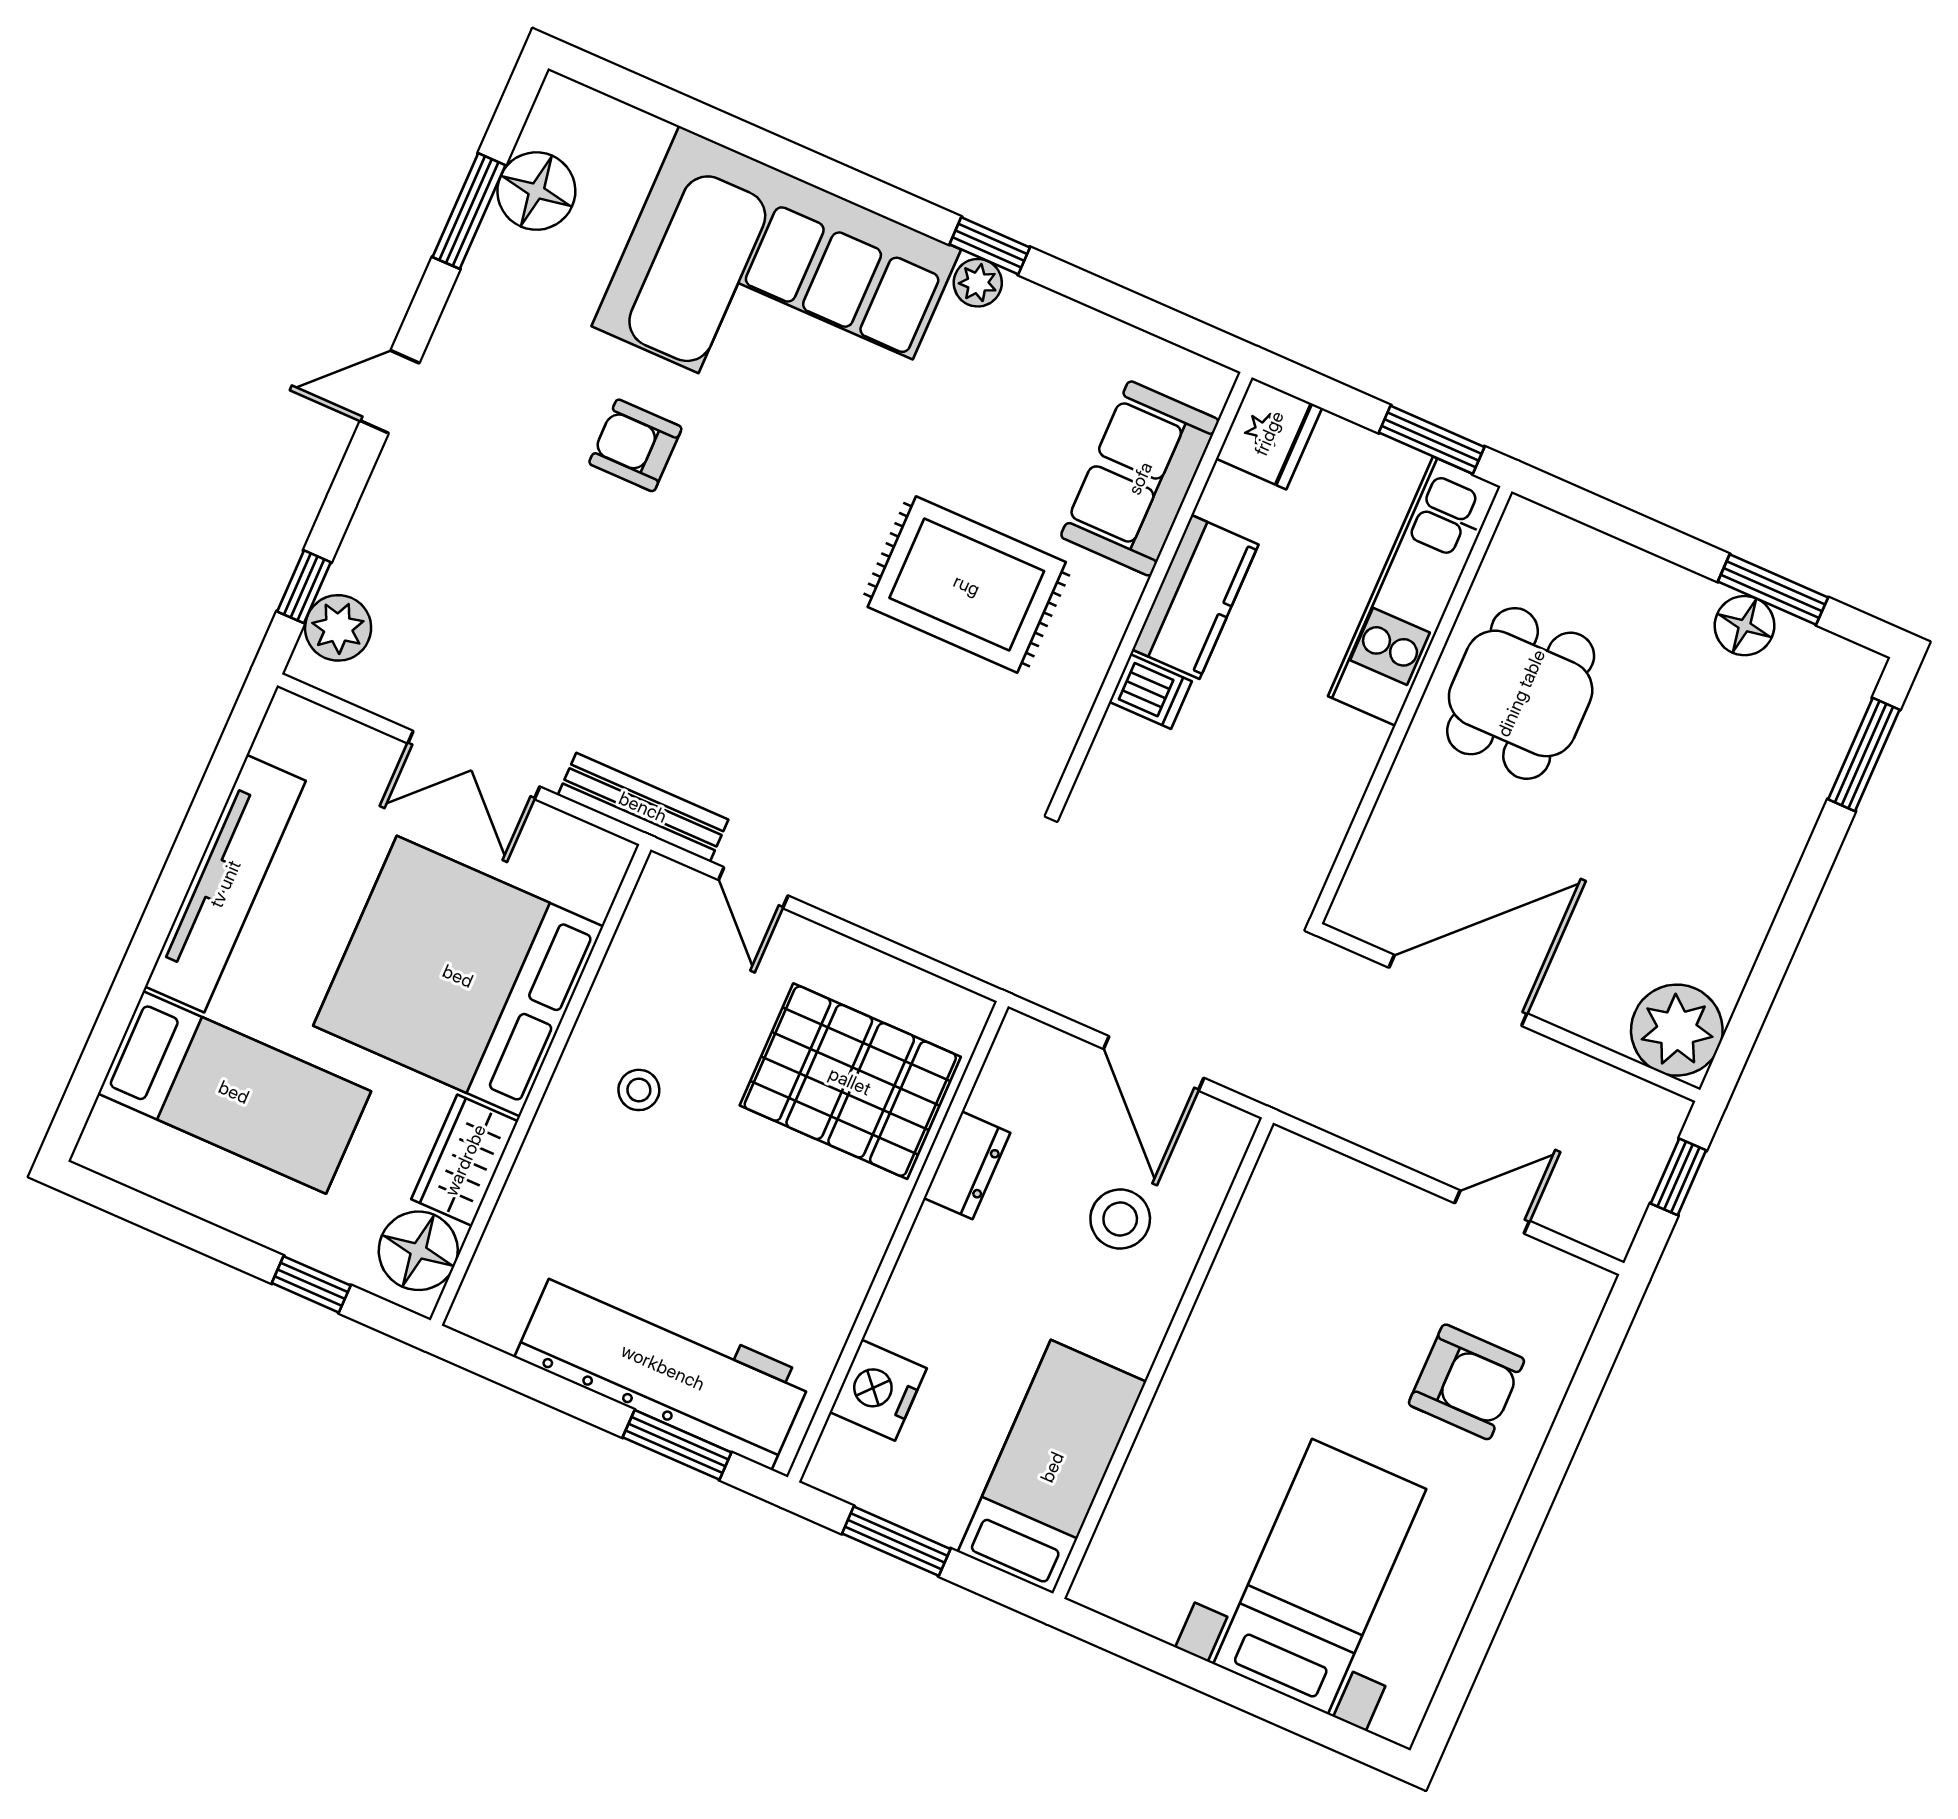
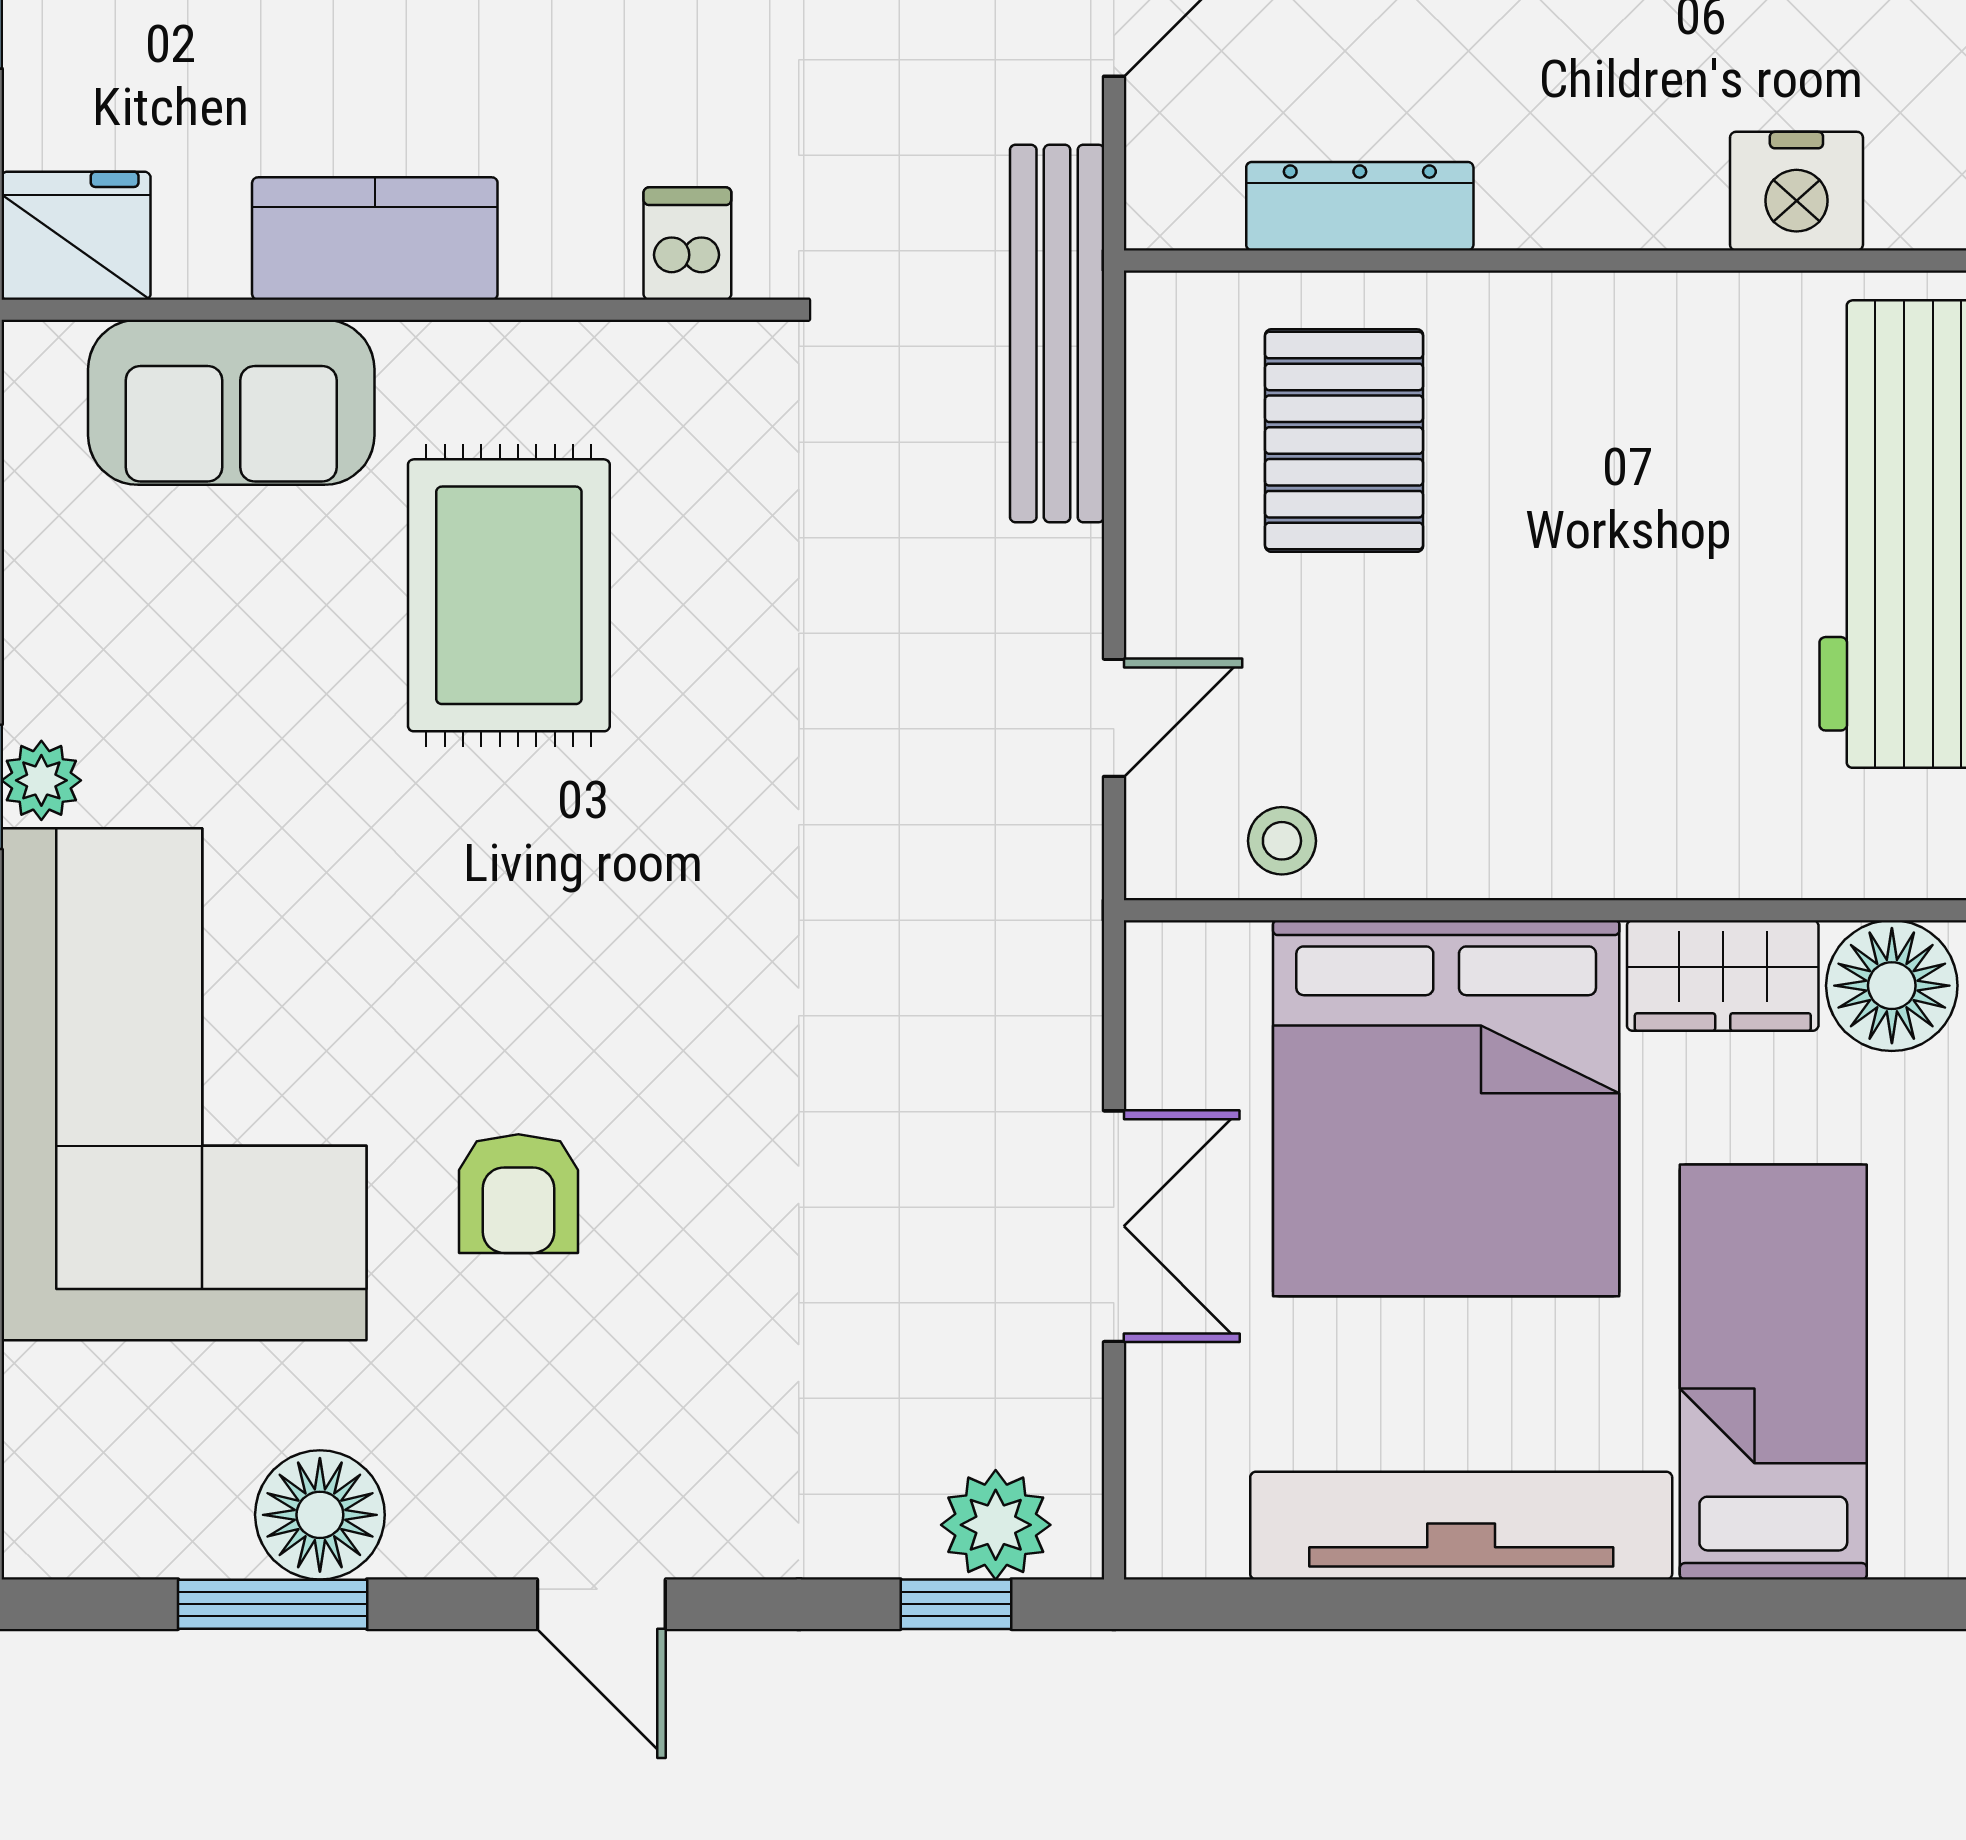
floor lamp: (536, 191) -> (320, 1515), moved
dishwasher: (1150, 692) -> (687, 244), moved
bench: (643, 807) -> (1057, 333), moved, width x1.37, depth x1.21
pallet: (850, 1081) -> (1344, 441), width x0.73, depth x0.71
stool: (639, 1090) -> (1282, 841), moved
dresser: (967, 1165) -> (1360, 206), width x1.44

